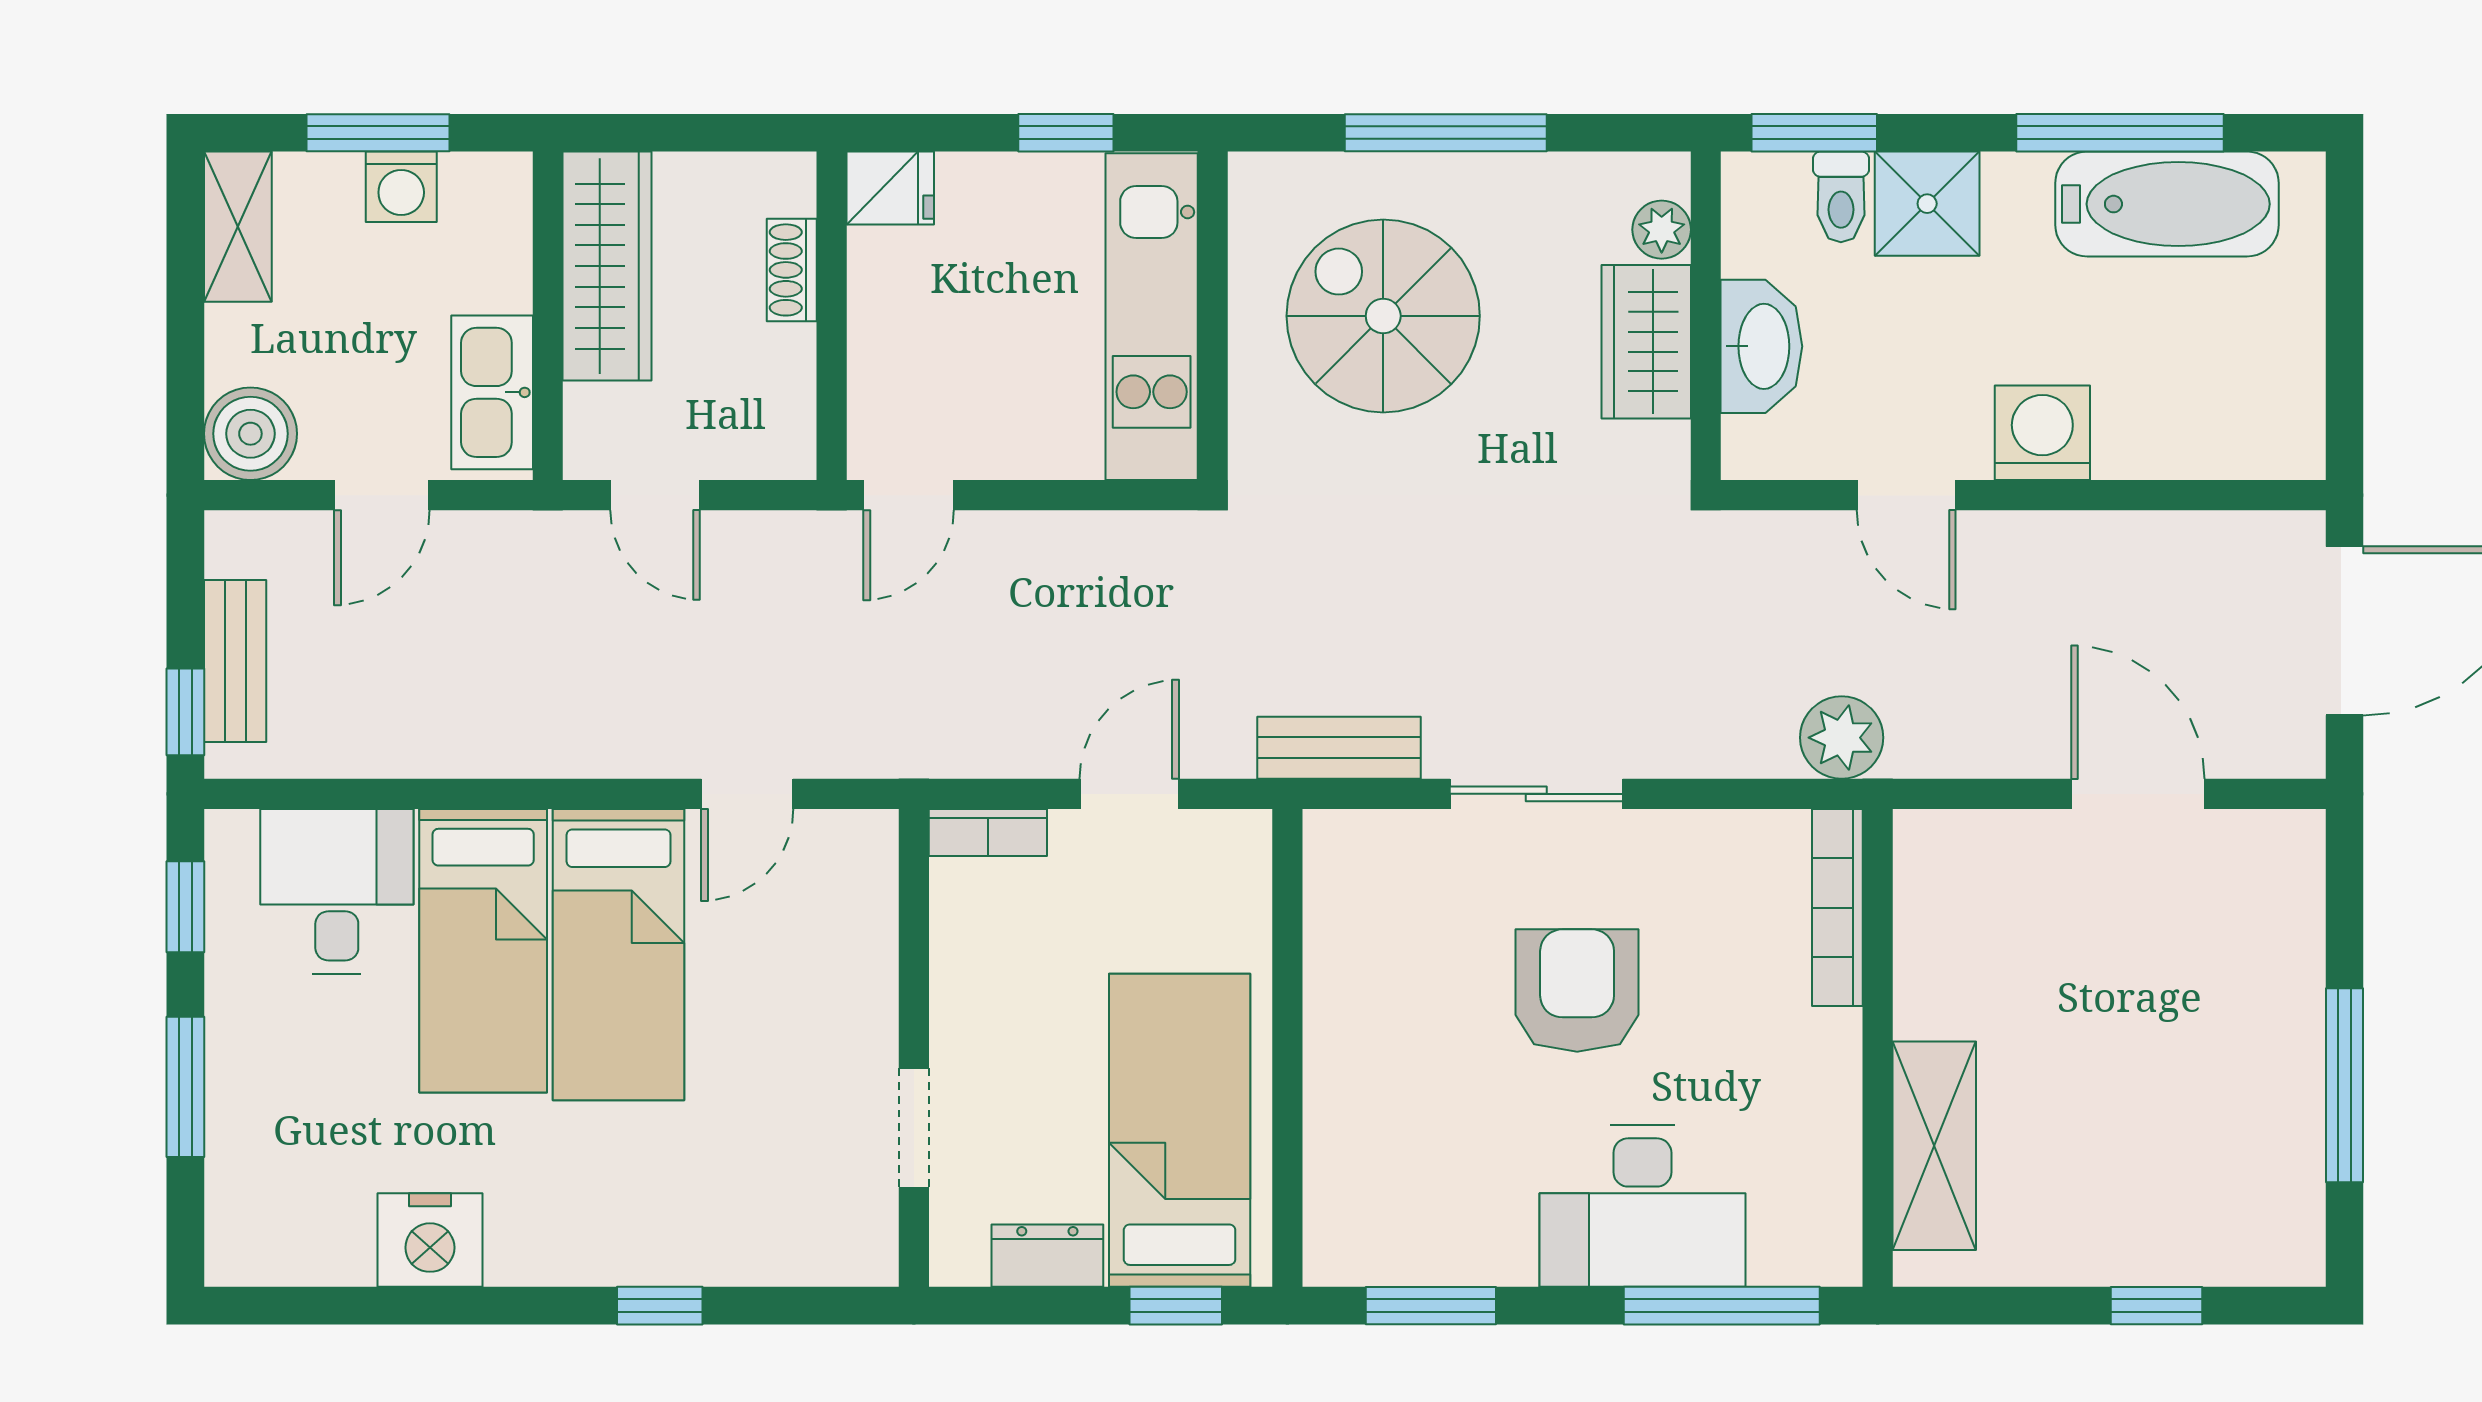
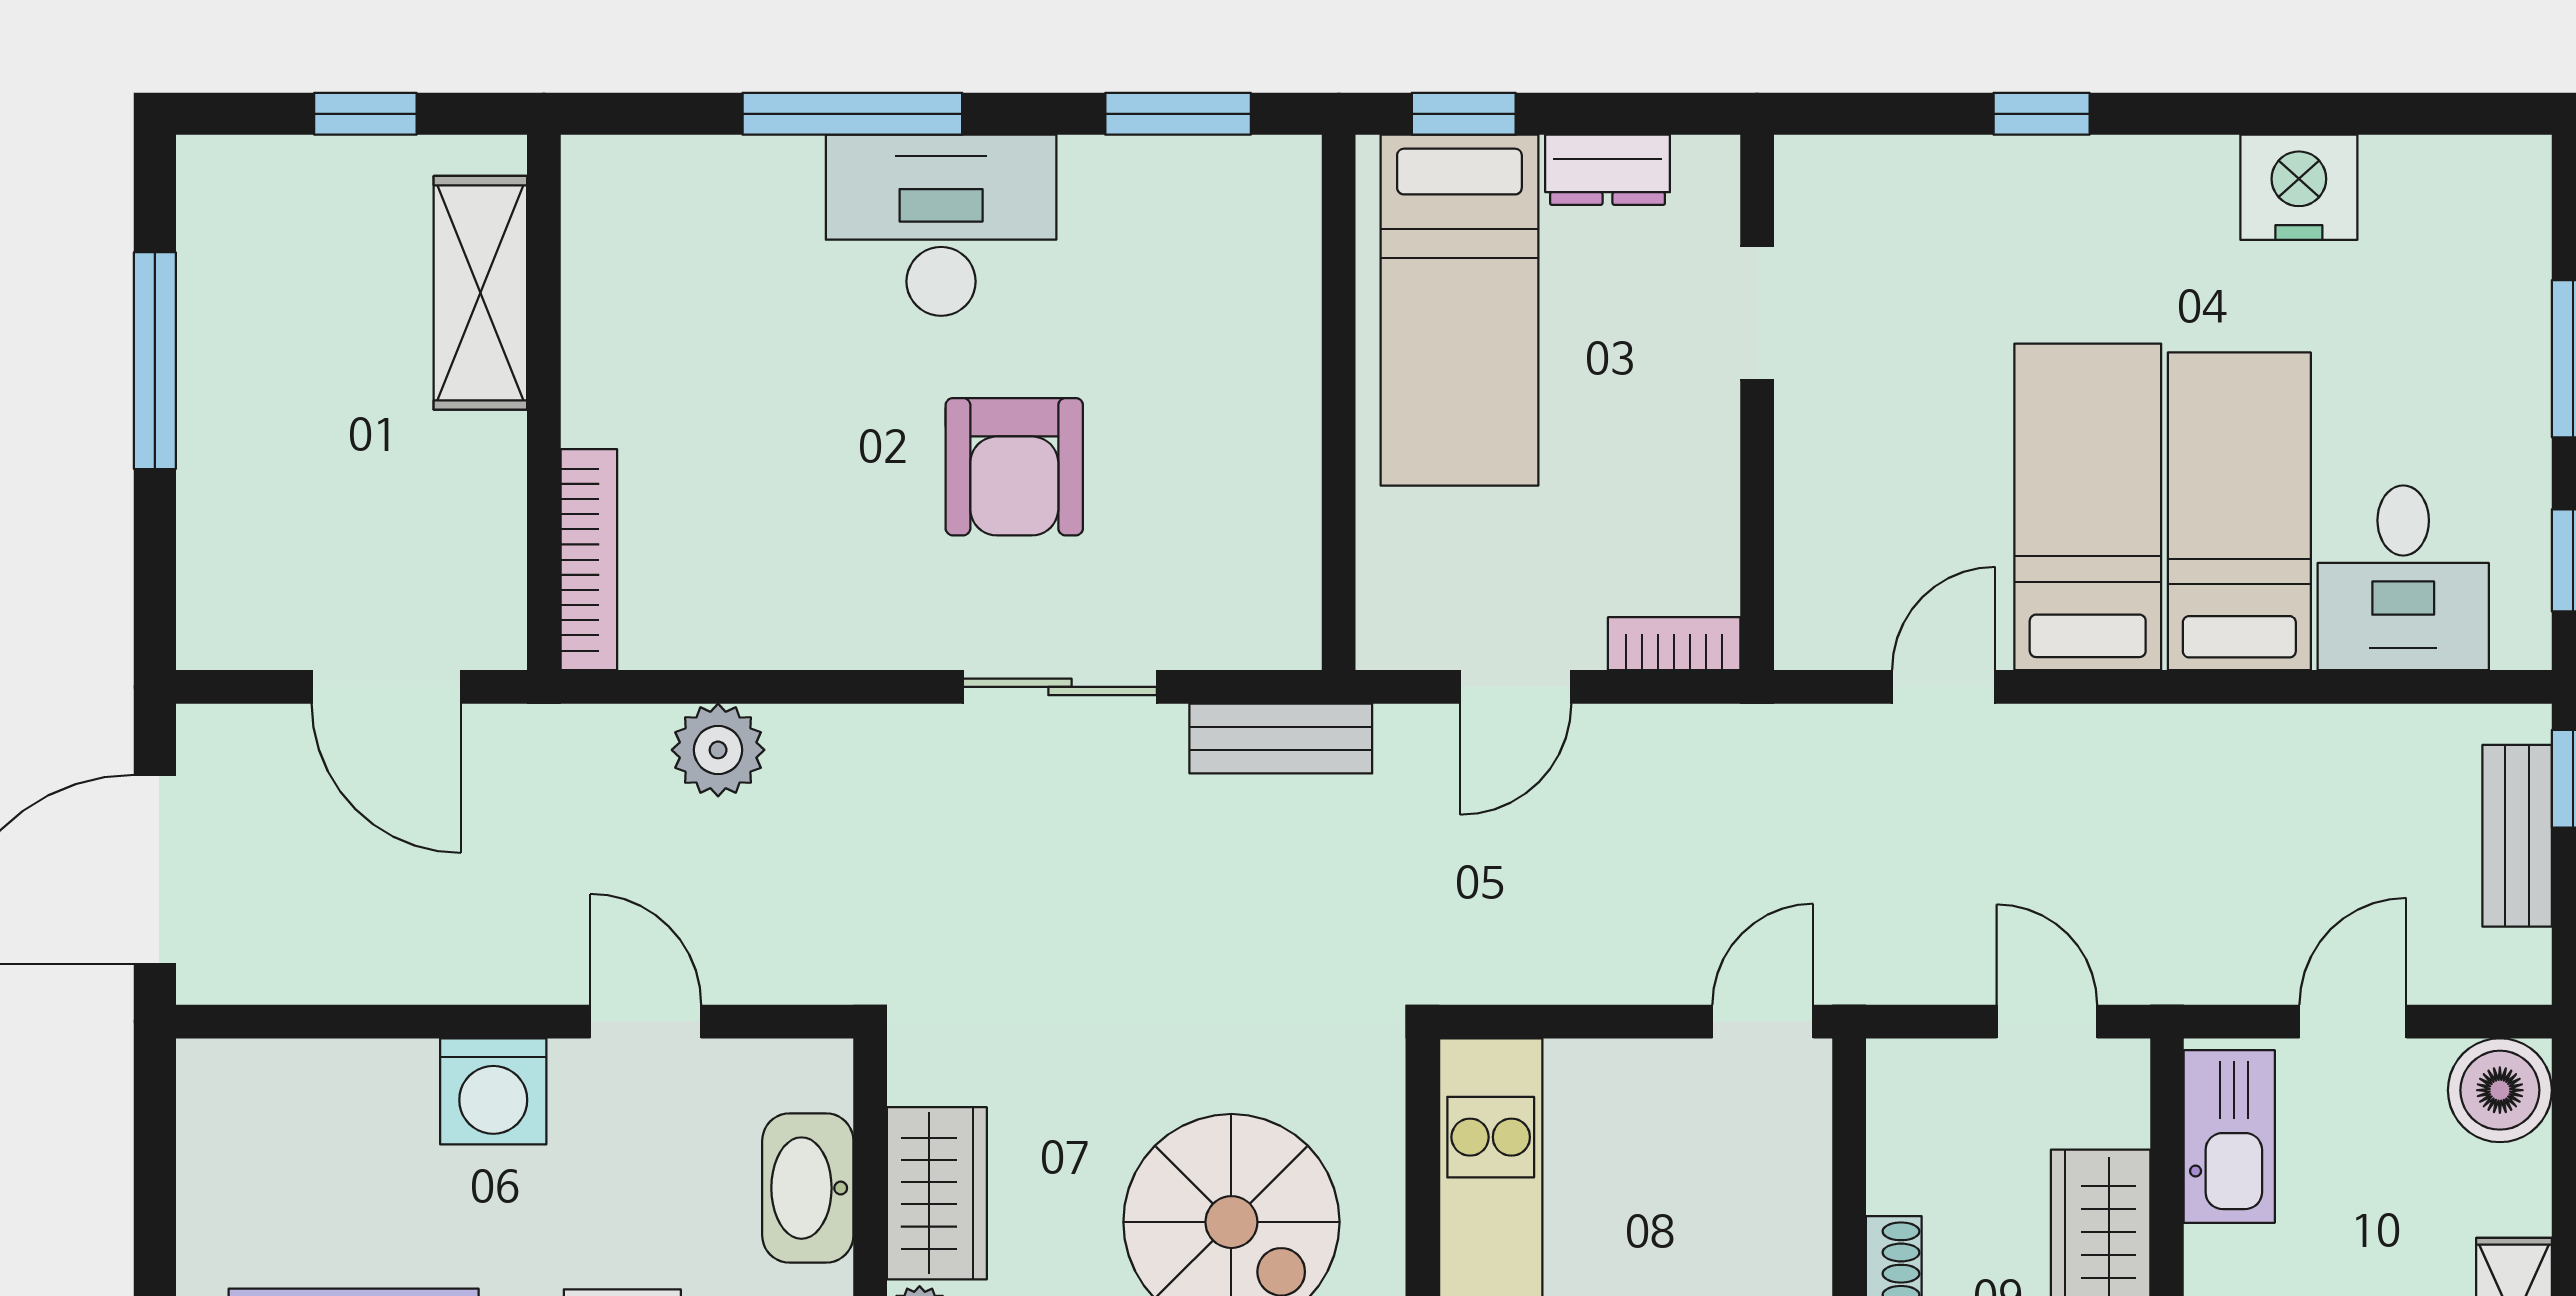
bookcase: (1837, 908) -> (589, 560), moved
wall: (1878, 1048) -> (544, 402), moved
shelving: (1934, 1146) -> (480, 293), moved

